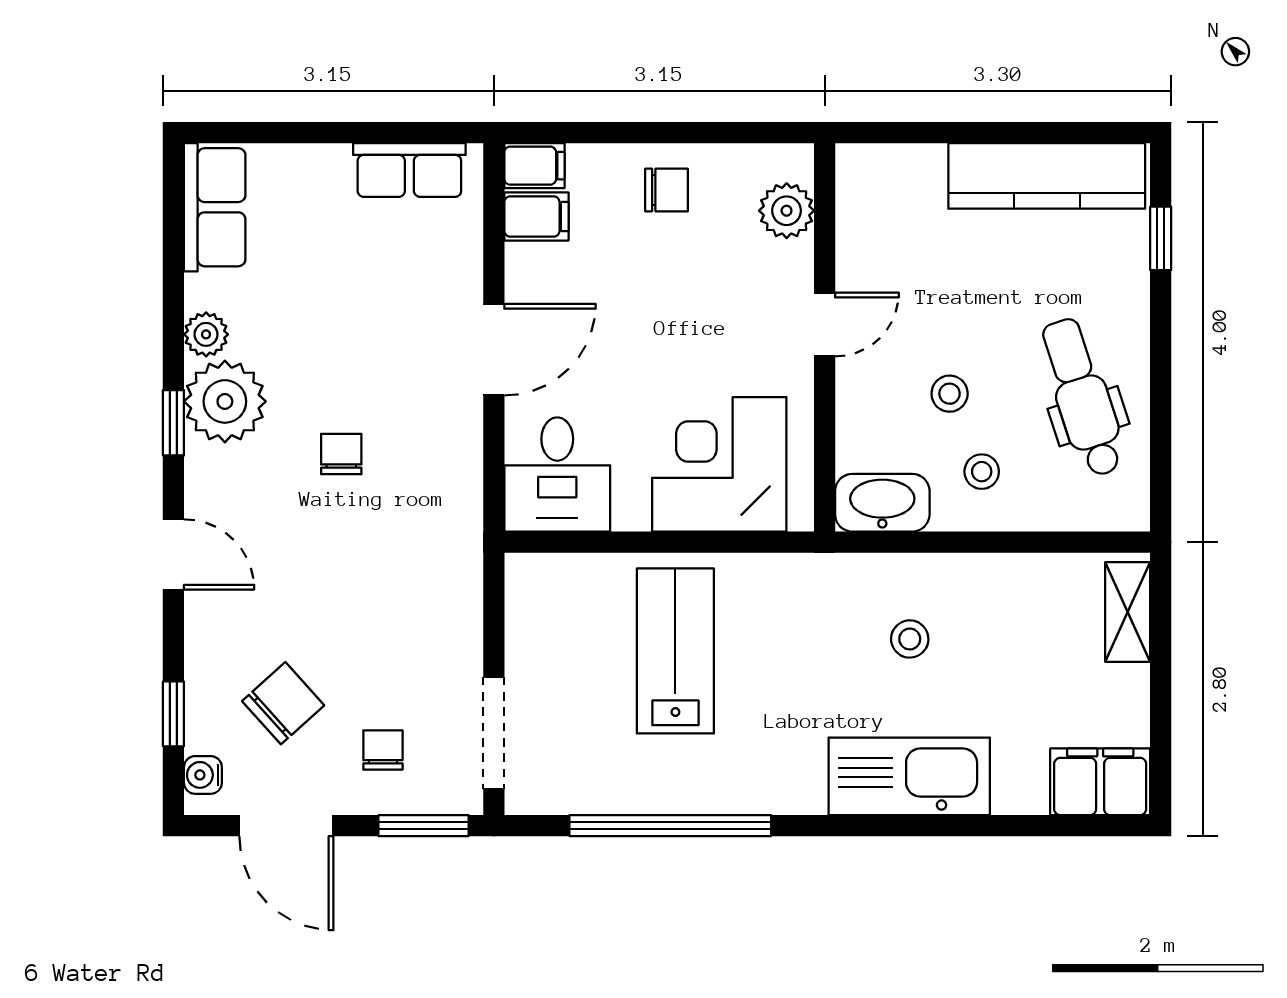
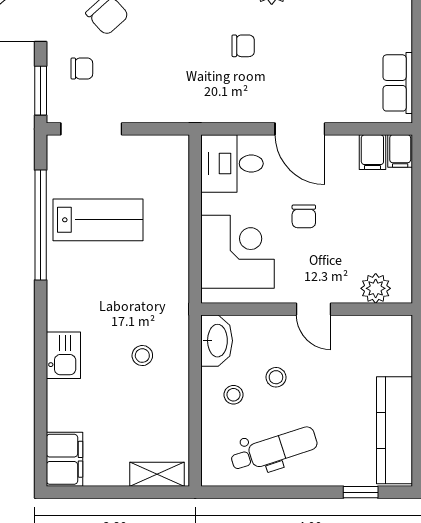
chair: (667, 190) -> (304, 216), moved
lab bench: (675, 651) -> (98, 220), moved
kitchen sink: (909, 776) -> (63, 355), width x0.53, depth x0.81

